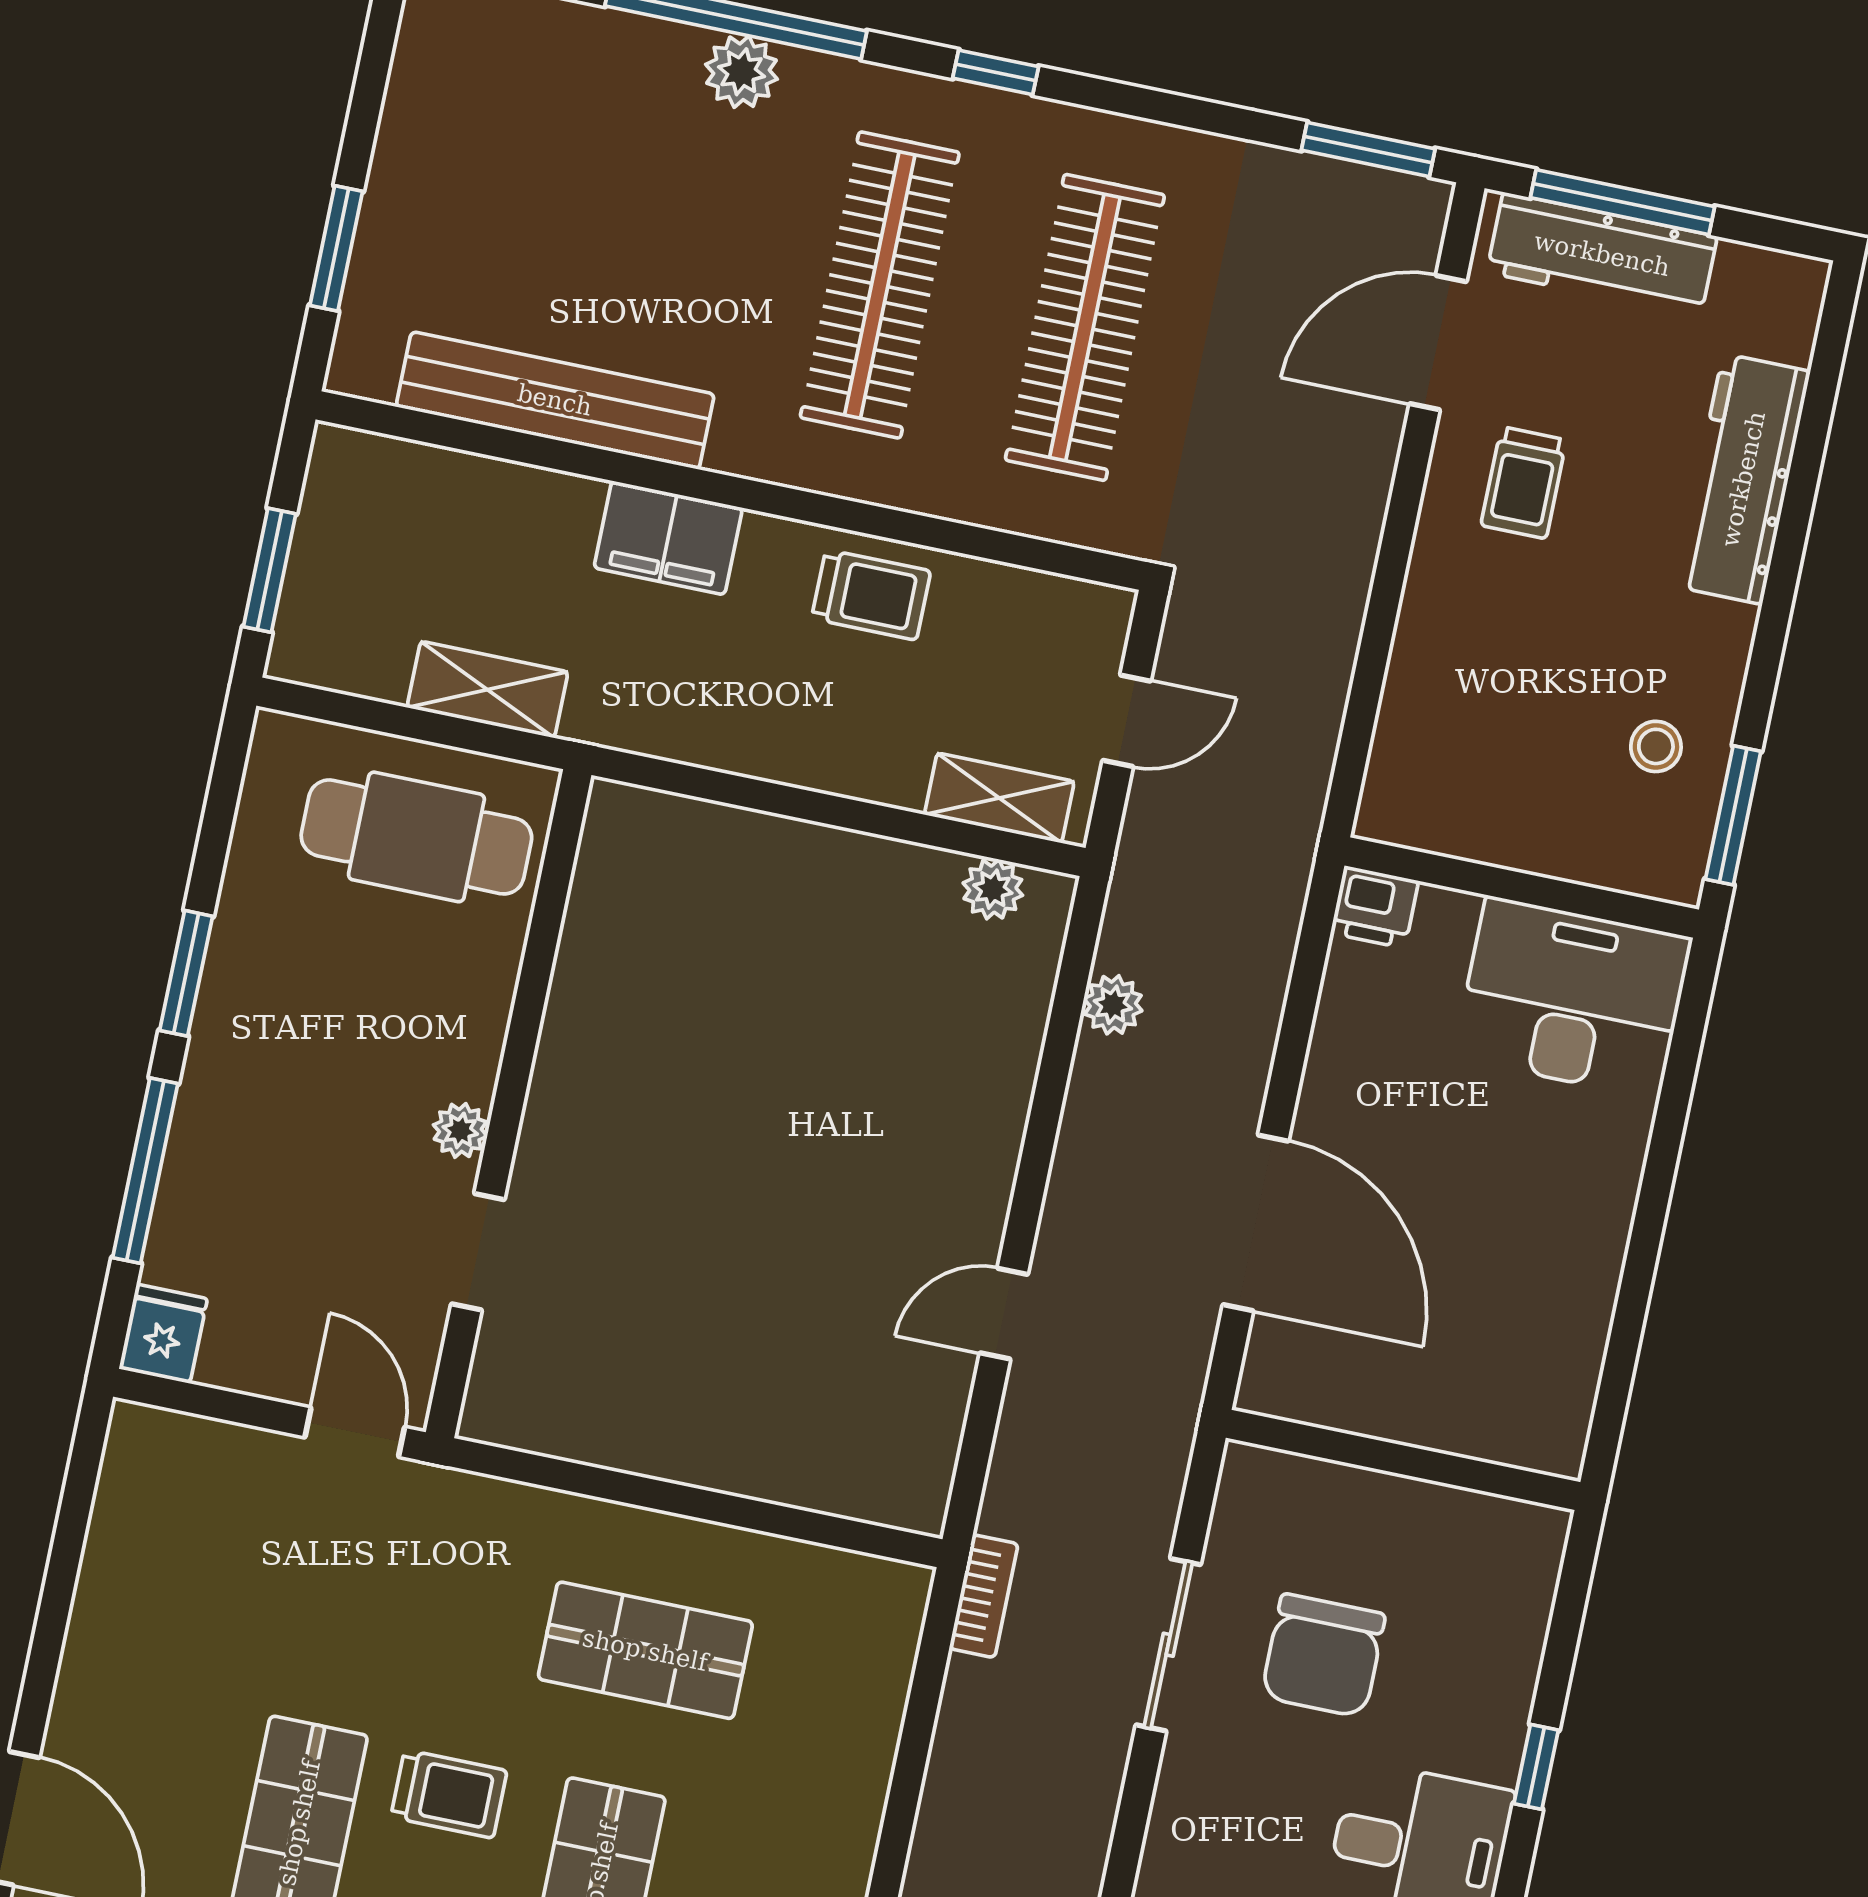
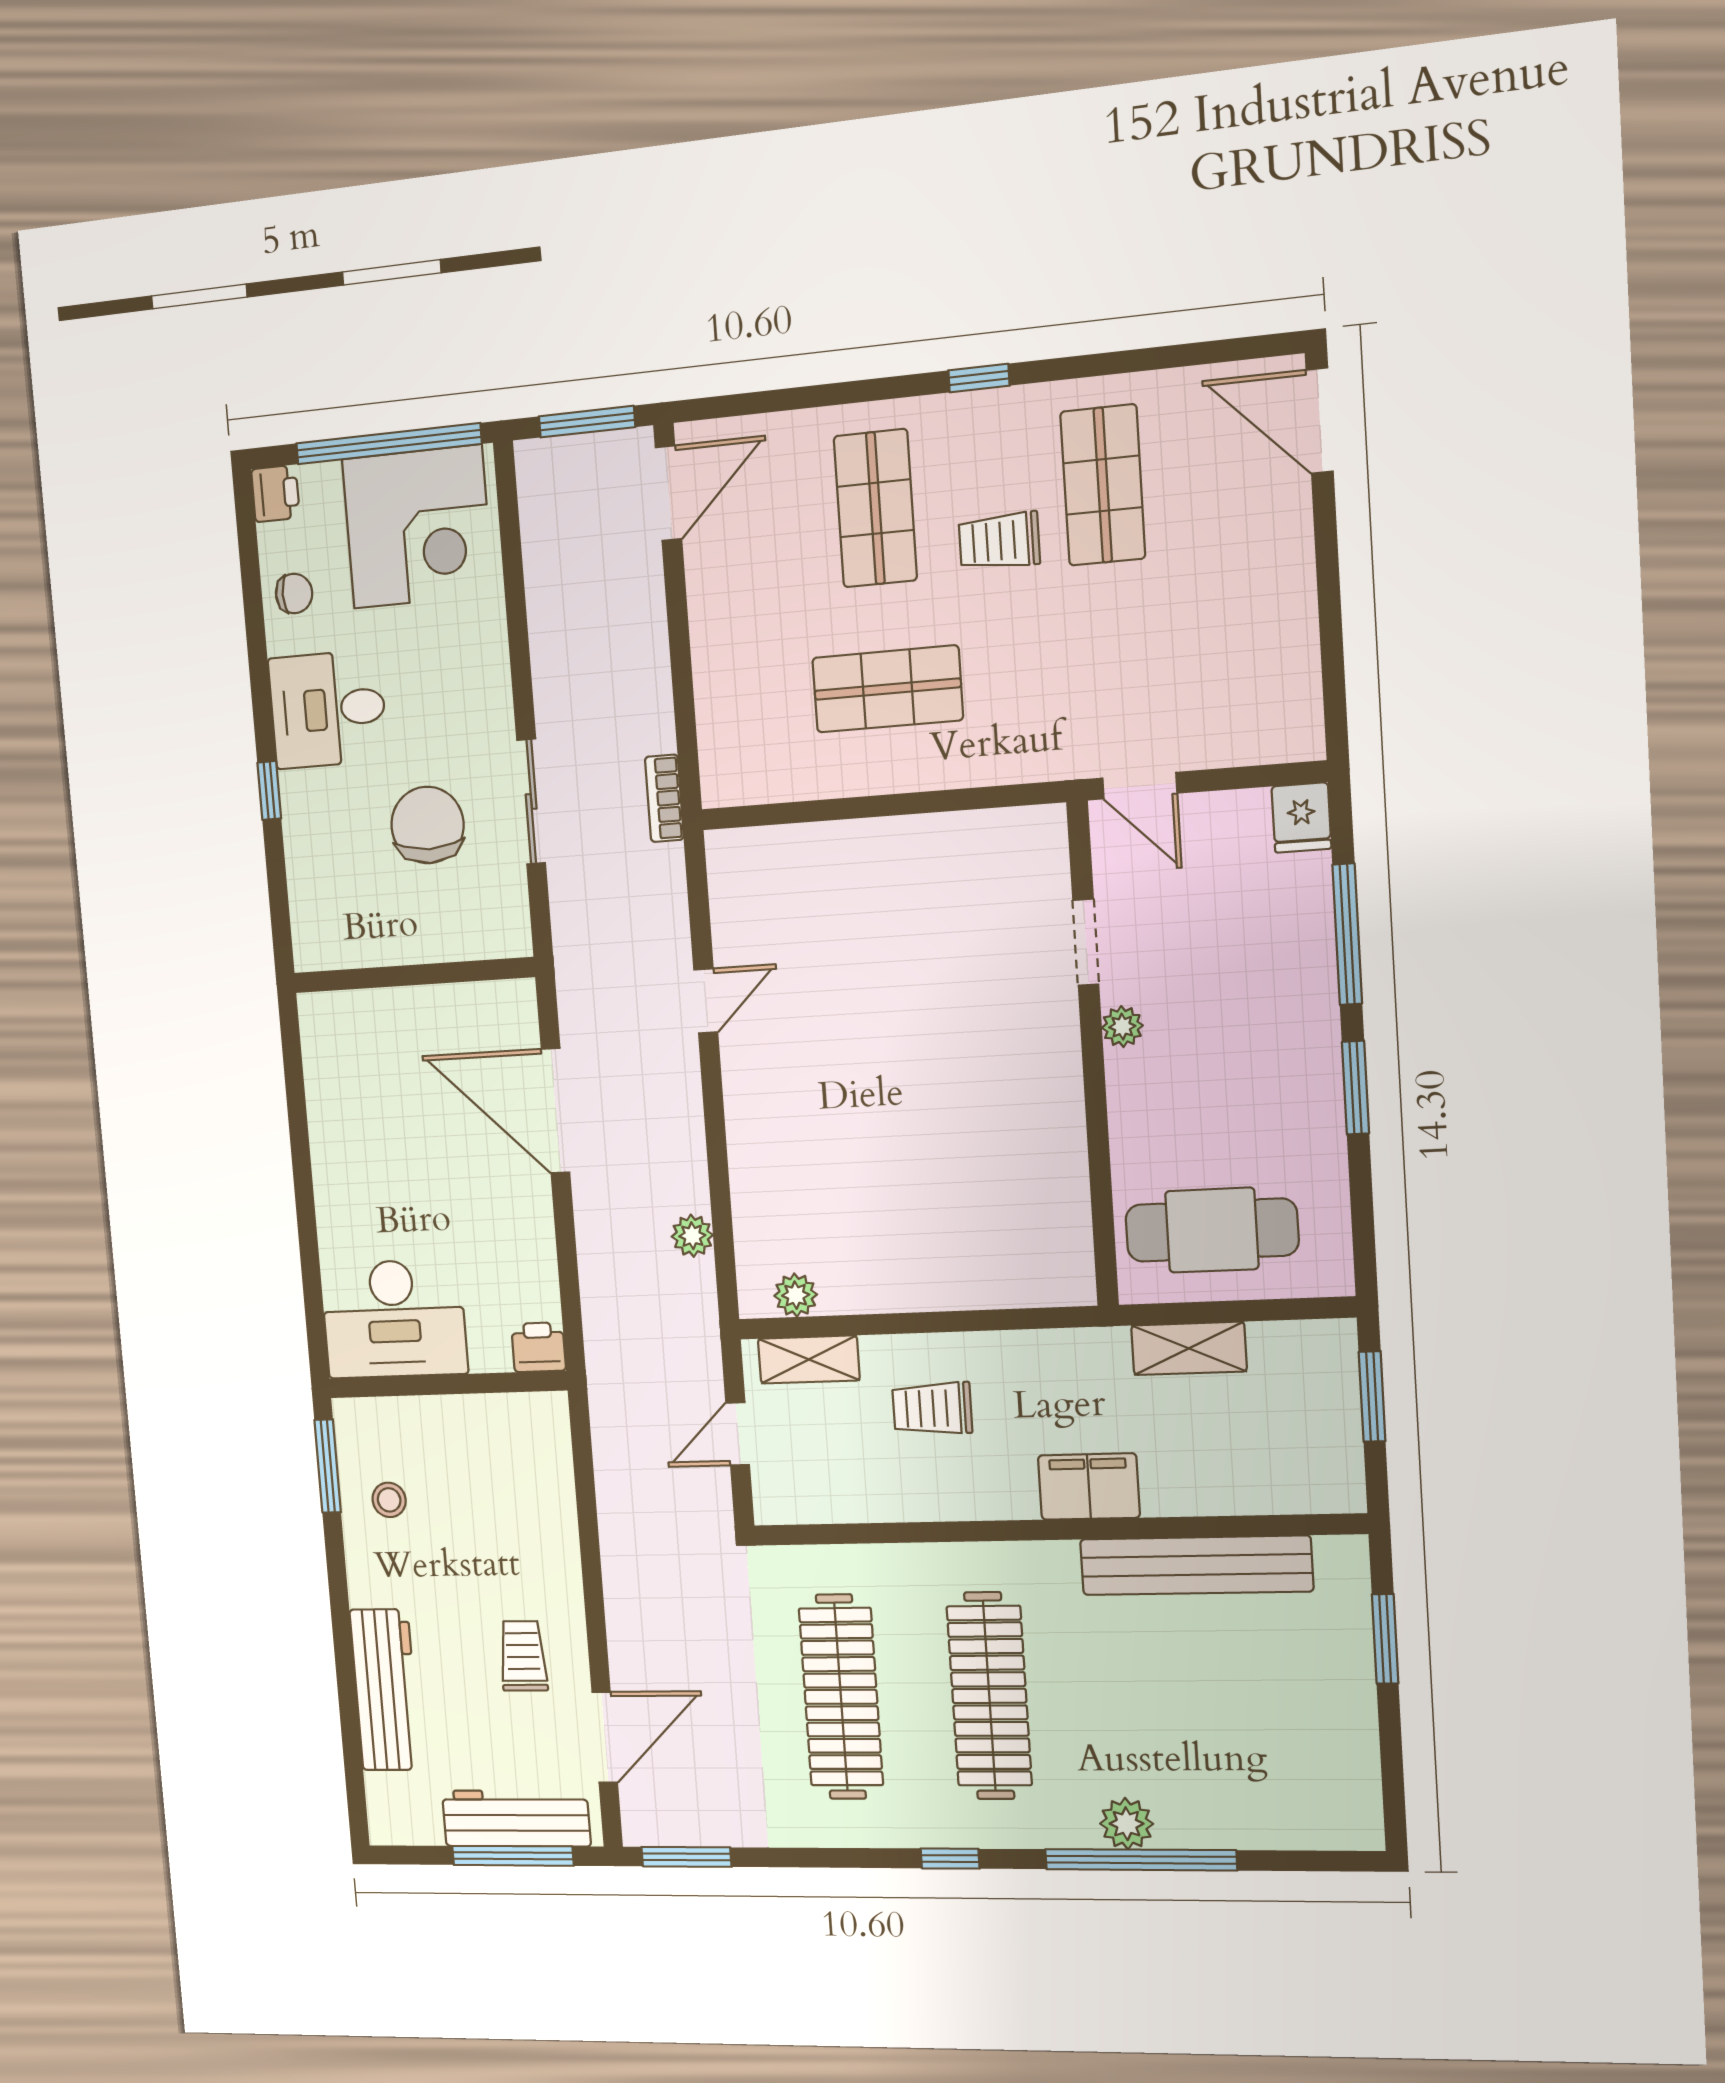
trolley: (871, 595) -> (932, 1408), moved

